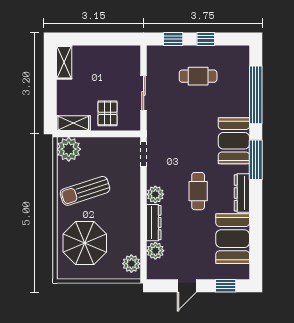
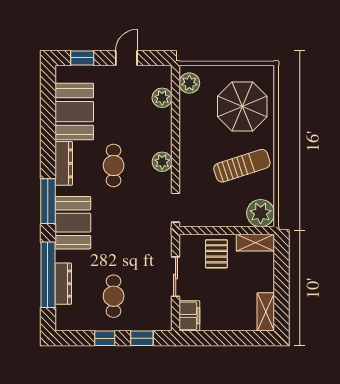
filing cabinet: (131, 59) -> (189, 316), added
cafe table: (198, 76) -> (114, 296), turned 90
dresser: (154, 223) -> (63, 284), moved, turned 180

